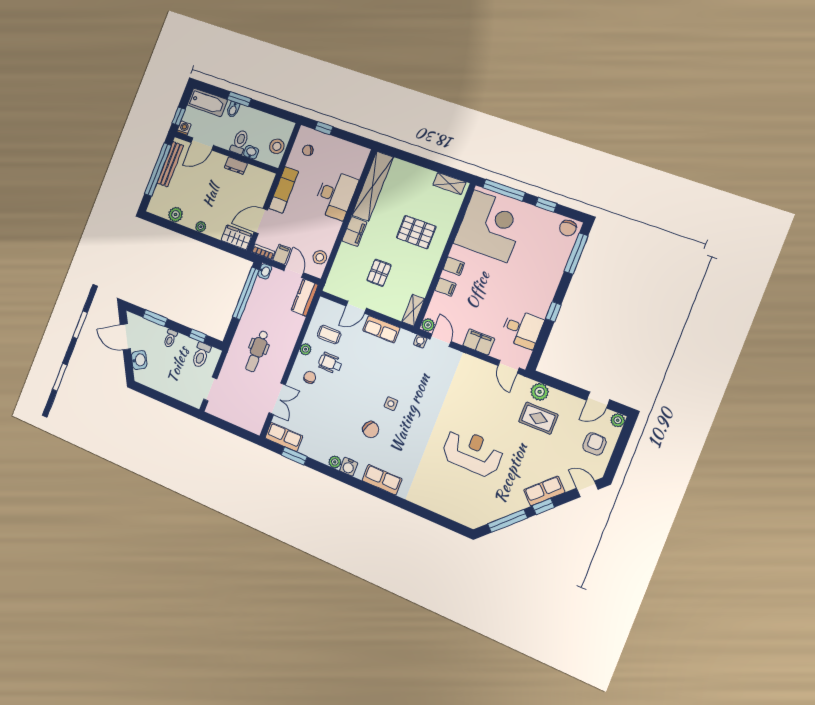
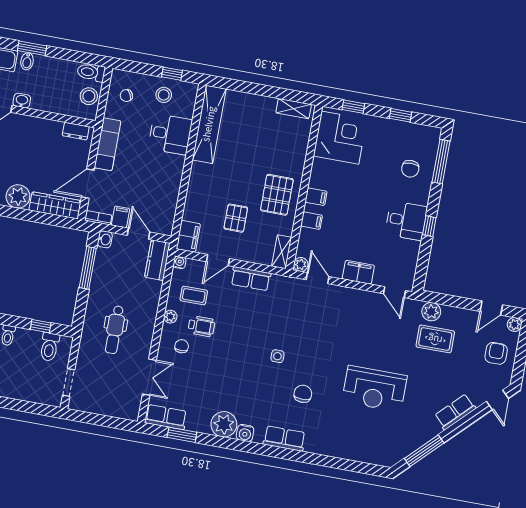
window: (324, 128) -> (172, 74), moved
toilet: (240, 142) -> (91, 72), moved, turned -90
washbasin: (251, 152) -> (22, 101), moved
dresser: (236, 166) -> (76, 131), moved
window: (504, 190) -> (353, 107), width x0.46
desk: (336, 195) -> (170, 134), width x0.73
corner desk: (490, 226) -> (340, 138), width x0.74, depth x0.74
plant: (201, 227) -> (18, 196), width x1.87, depth x1.87
chair: (568, 228) -> (410, 169), moved
filing cabinet: (354, 231) -> (188, 236), moved
pallet: (416, 232) -> (277, 195), moved, turned 90
wardrobe: (236, 237) -> (55, 205), width x1.50
stool: (320, 257) -> (164, 95), moved
window: (246, 293) -> (88, 268), width x0.68
desk: (522, 329) -> (406, 221), moved
water cooler: (420, 341) -> (180, 262), moved
wheelchair: (330, 363) -> (201, 326), turned 180
chair: (371, 430) -> (303, 394), moved, turned -120
reception desk: (473, 452) -> (374, 389), turned 180
plant: (335, 462) -> (224, 424), width x1.87, depth x1.87
door: (587, 489) -> (498, 400), swing flipped
window: (543, 506) -> (457, 428), removed

